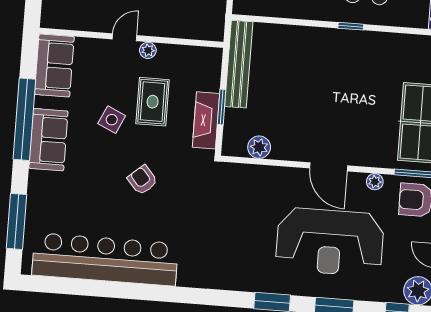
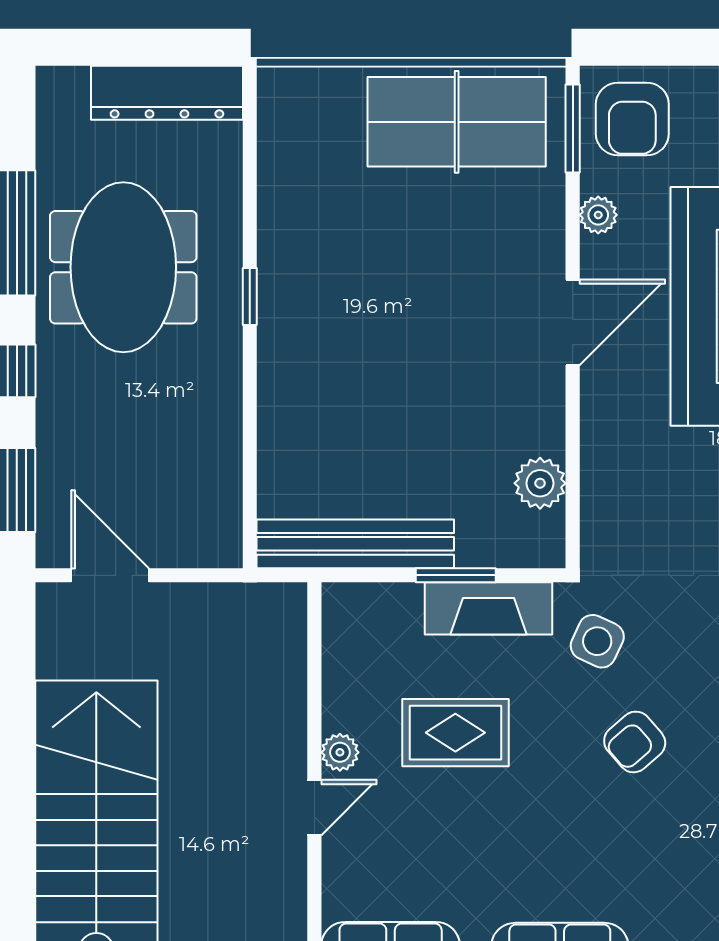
door: (124, 37) -> (314, 808), swing flipped
side table: (112, 120) -> (597, 641), moved

